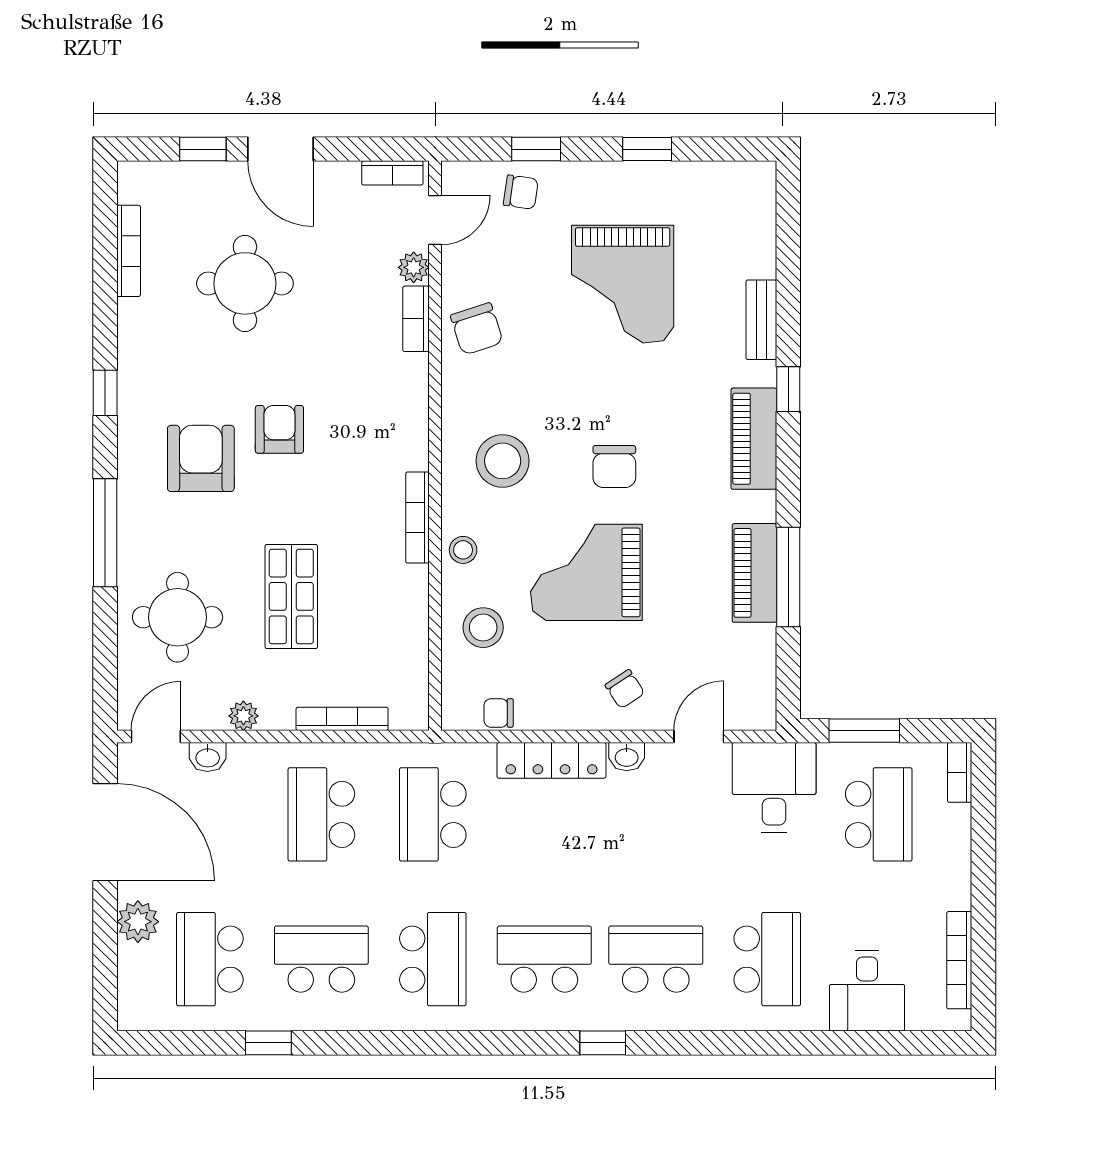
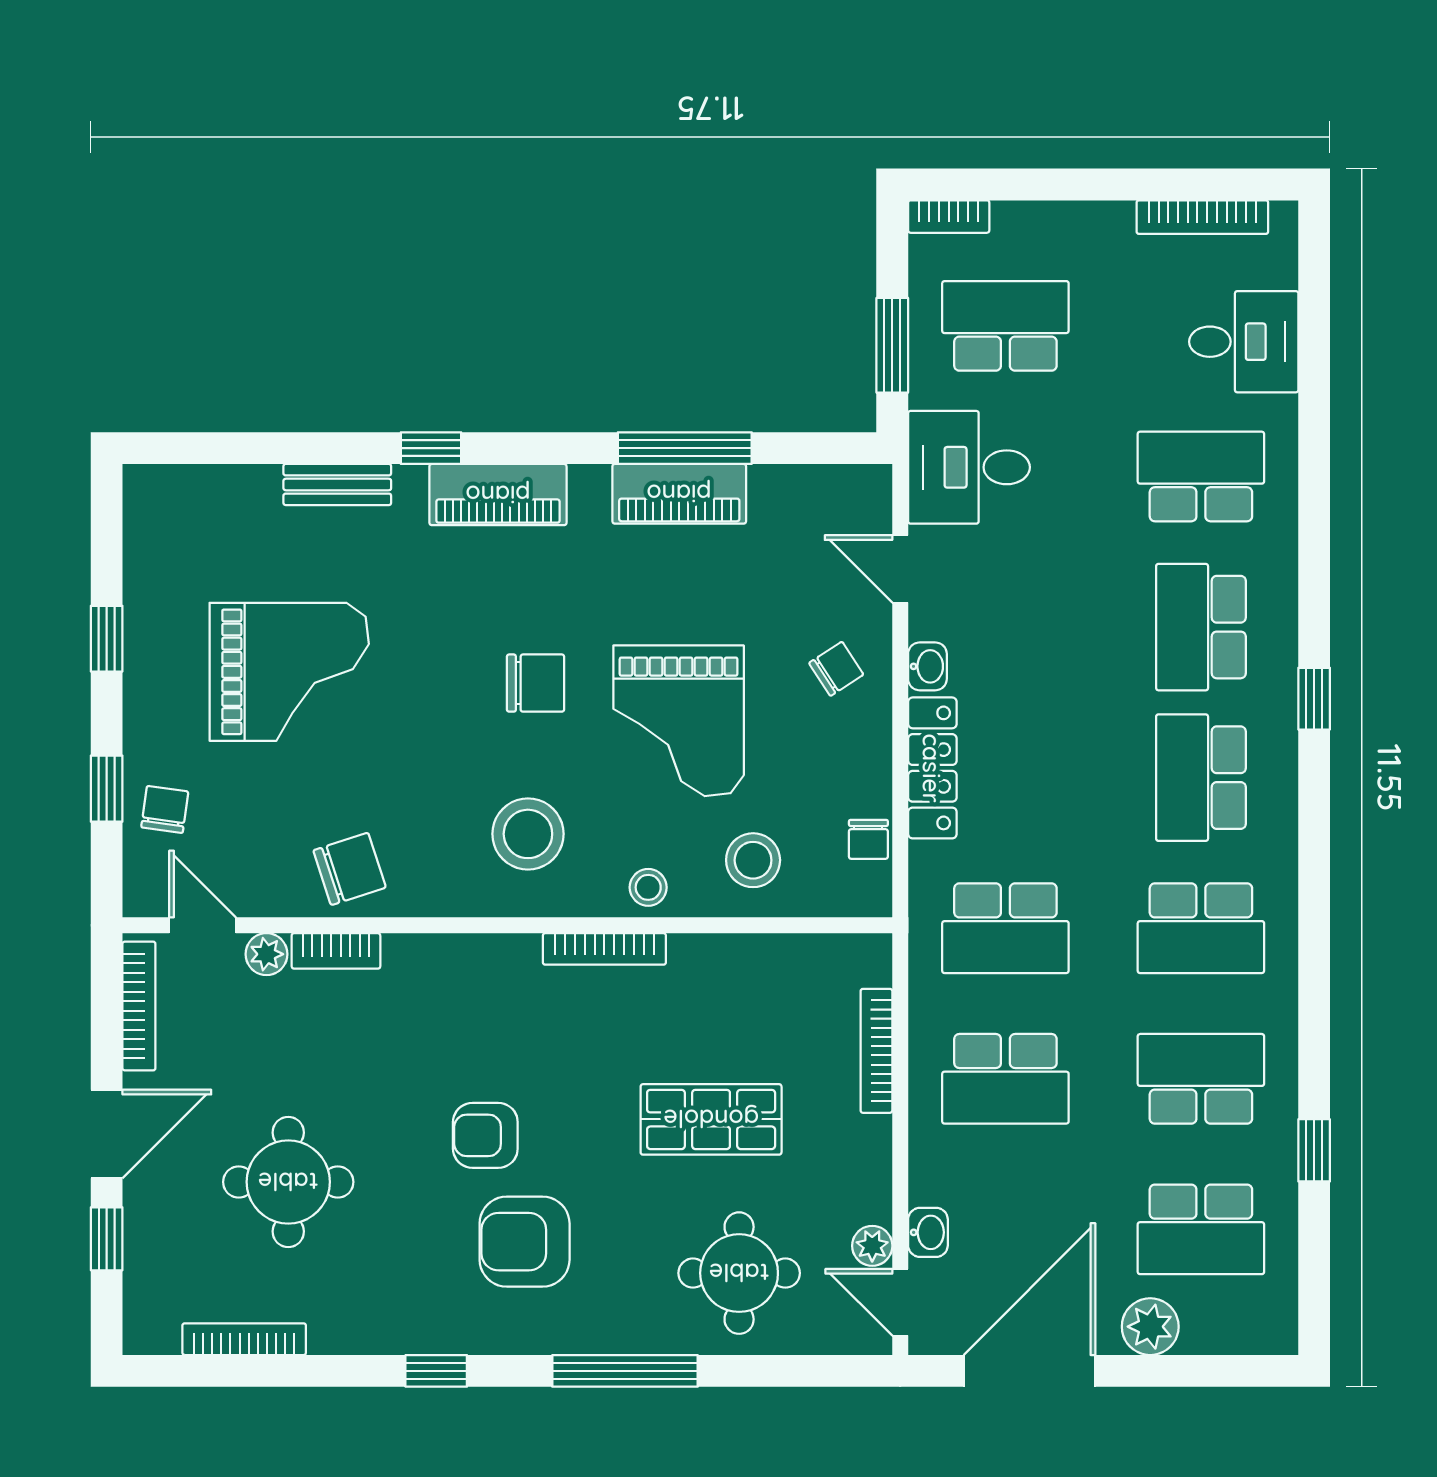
bookcase: (392, 173) -> (139, 1006), width x1.56
plant: (243, 716) -> (872, 1246), moved
school desk: (321, 959) -> (1201, 1079), turned 90
school desk: (433, 959) -> (1201, 928), turned 180

